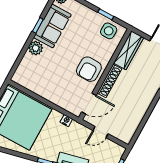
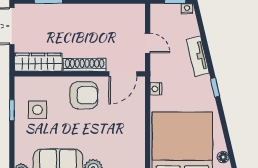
side table: (109, 31) -> (38, 110), moved
door: (89, 104) -> (123, 74), swing flipped

